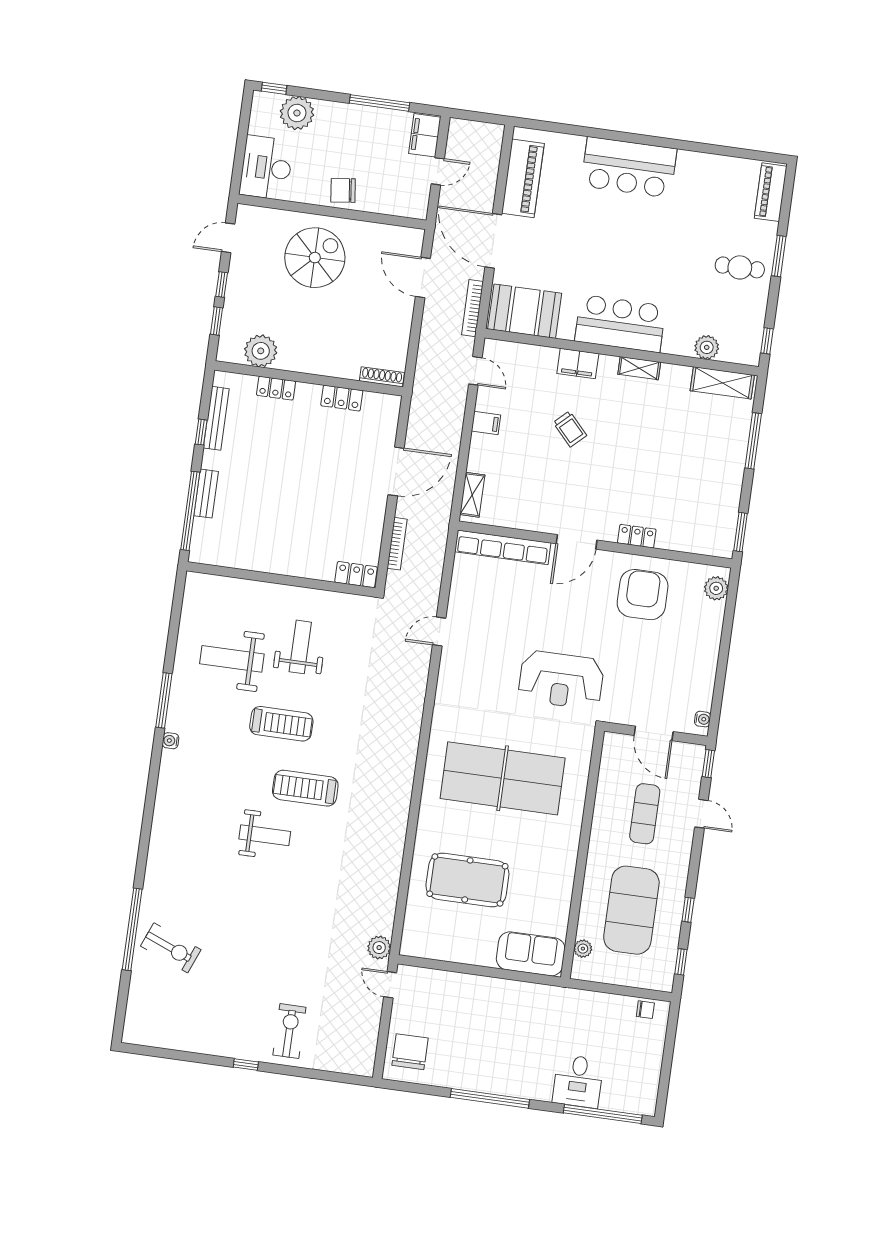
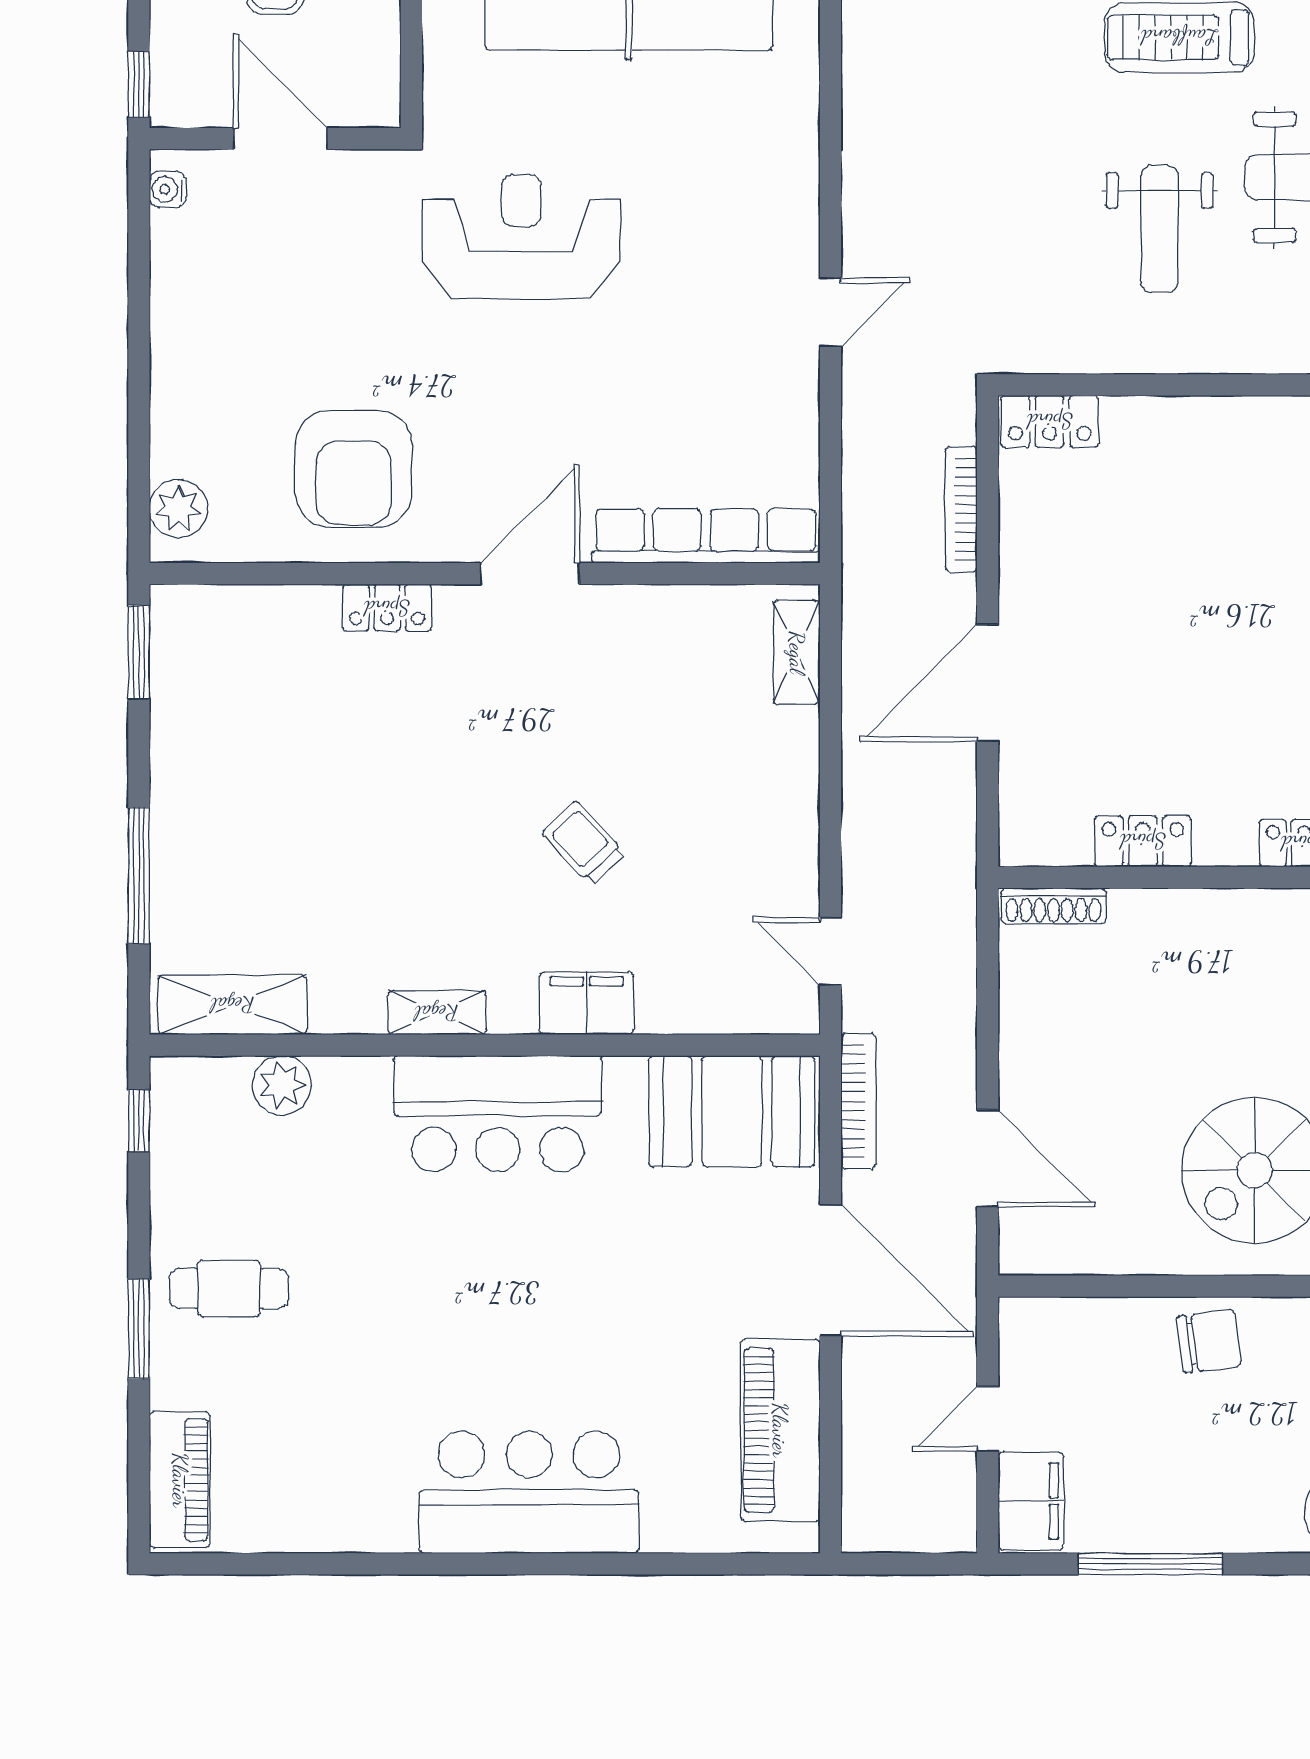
filing cabinet: (486, 423) -> (787, 829), removed

